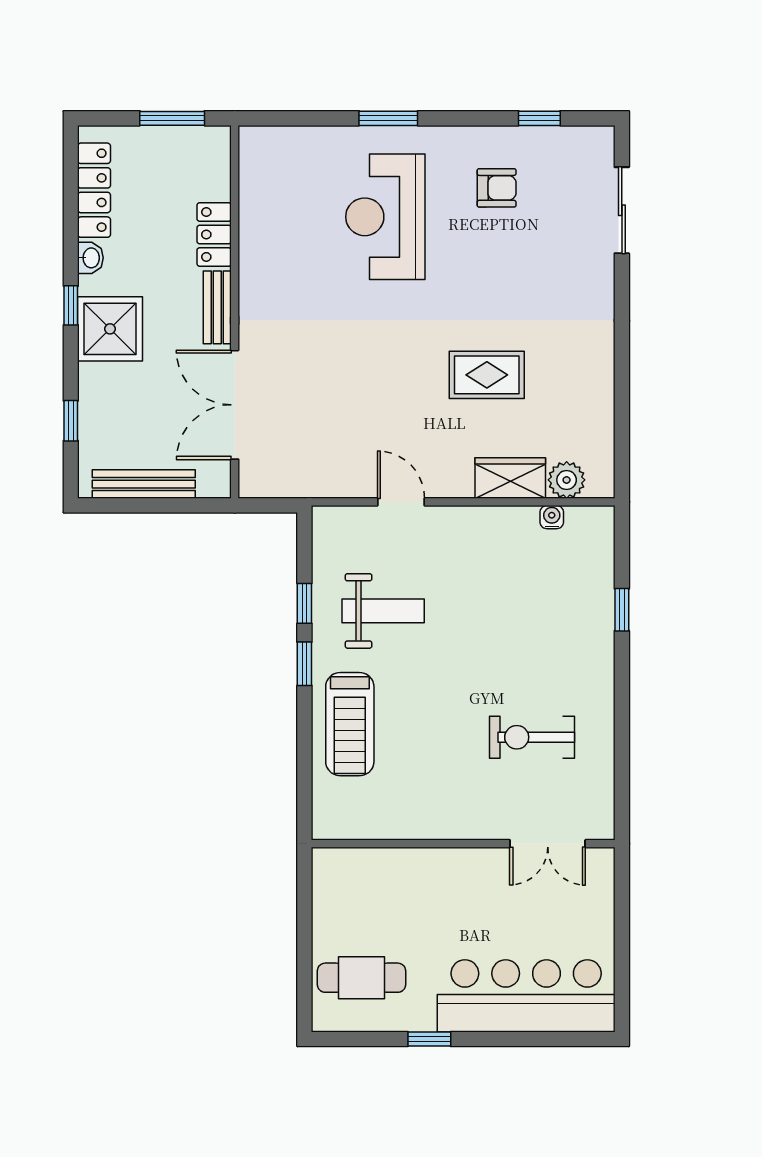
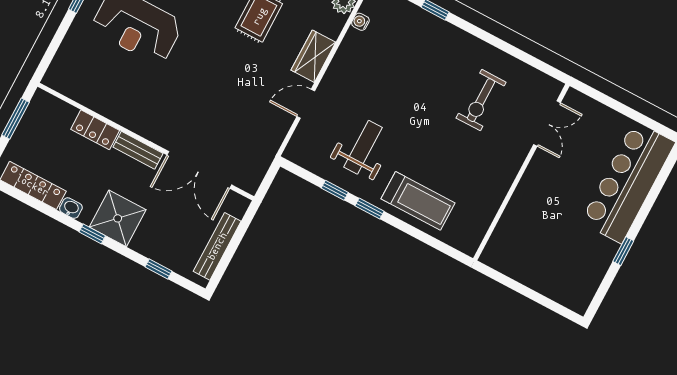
wardrobe: (510, 478) -> (313, 56), moved
cafe table: (361, 978) -> (567, 271), removed

